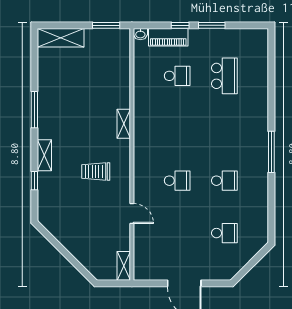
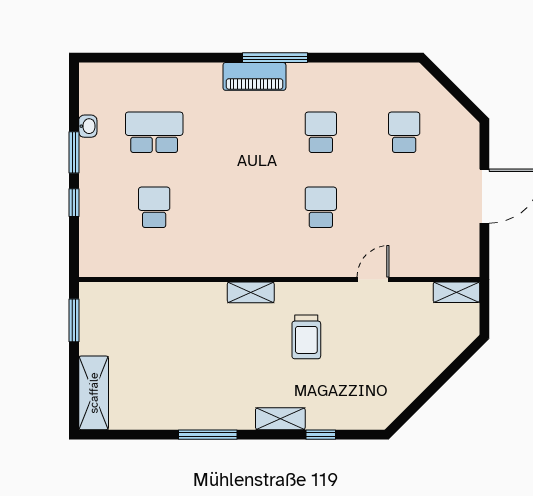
washbasin: (140, 34) -> (88, 126), moved
piano: (168, 37) -> (254, 76), moved, turned 90
shelving: (124, 124) -> (251, 292), moved

